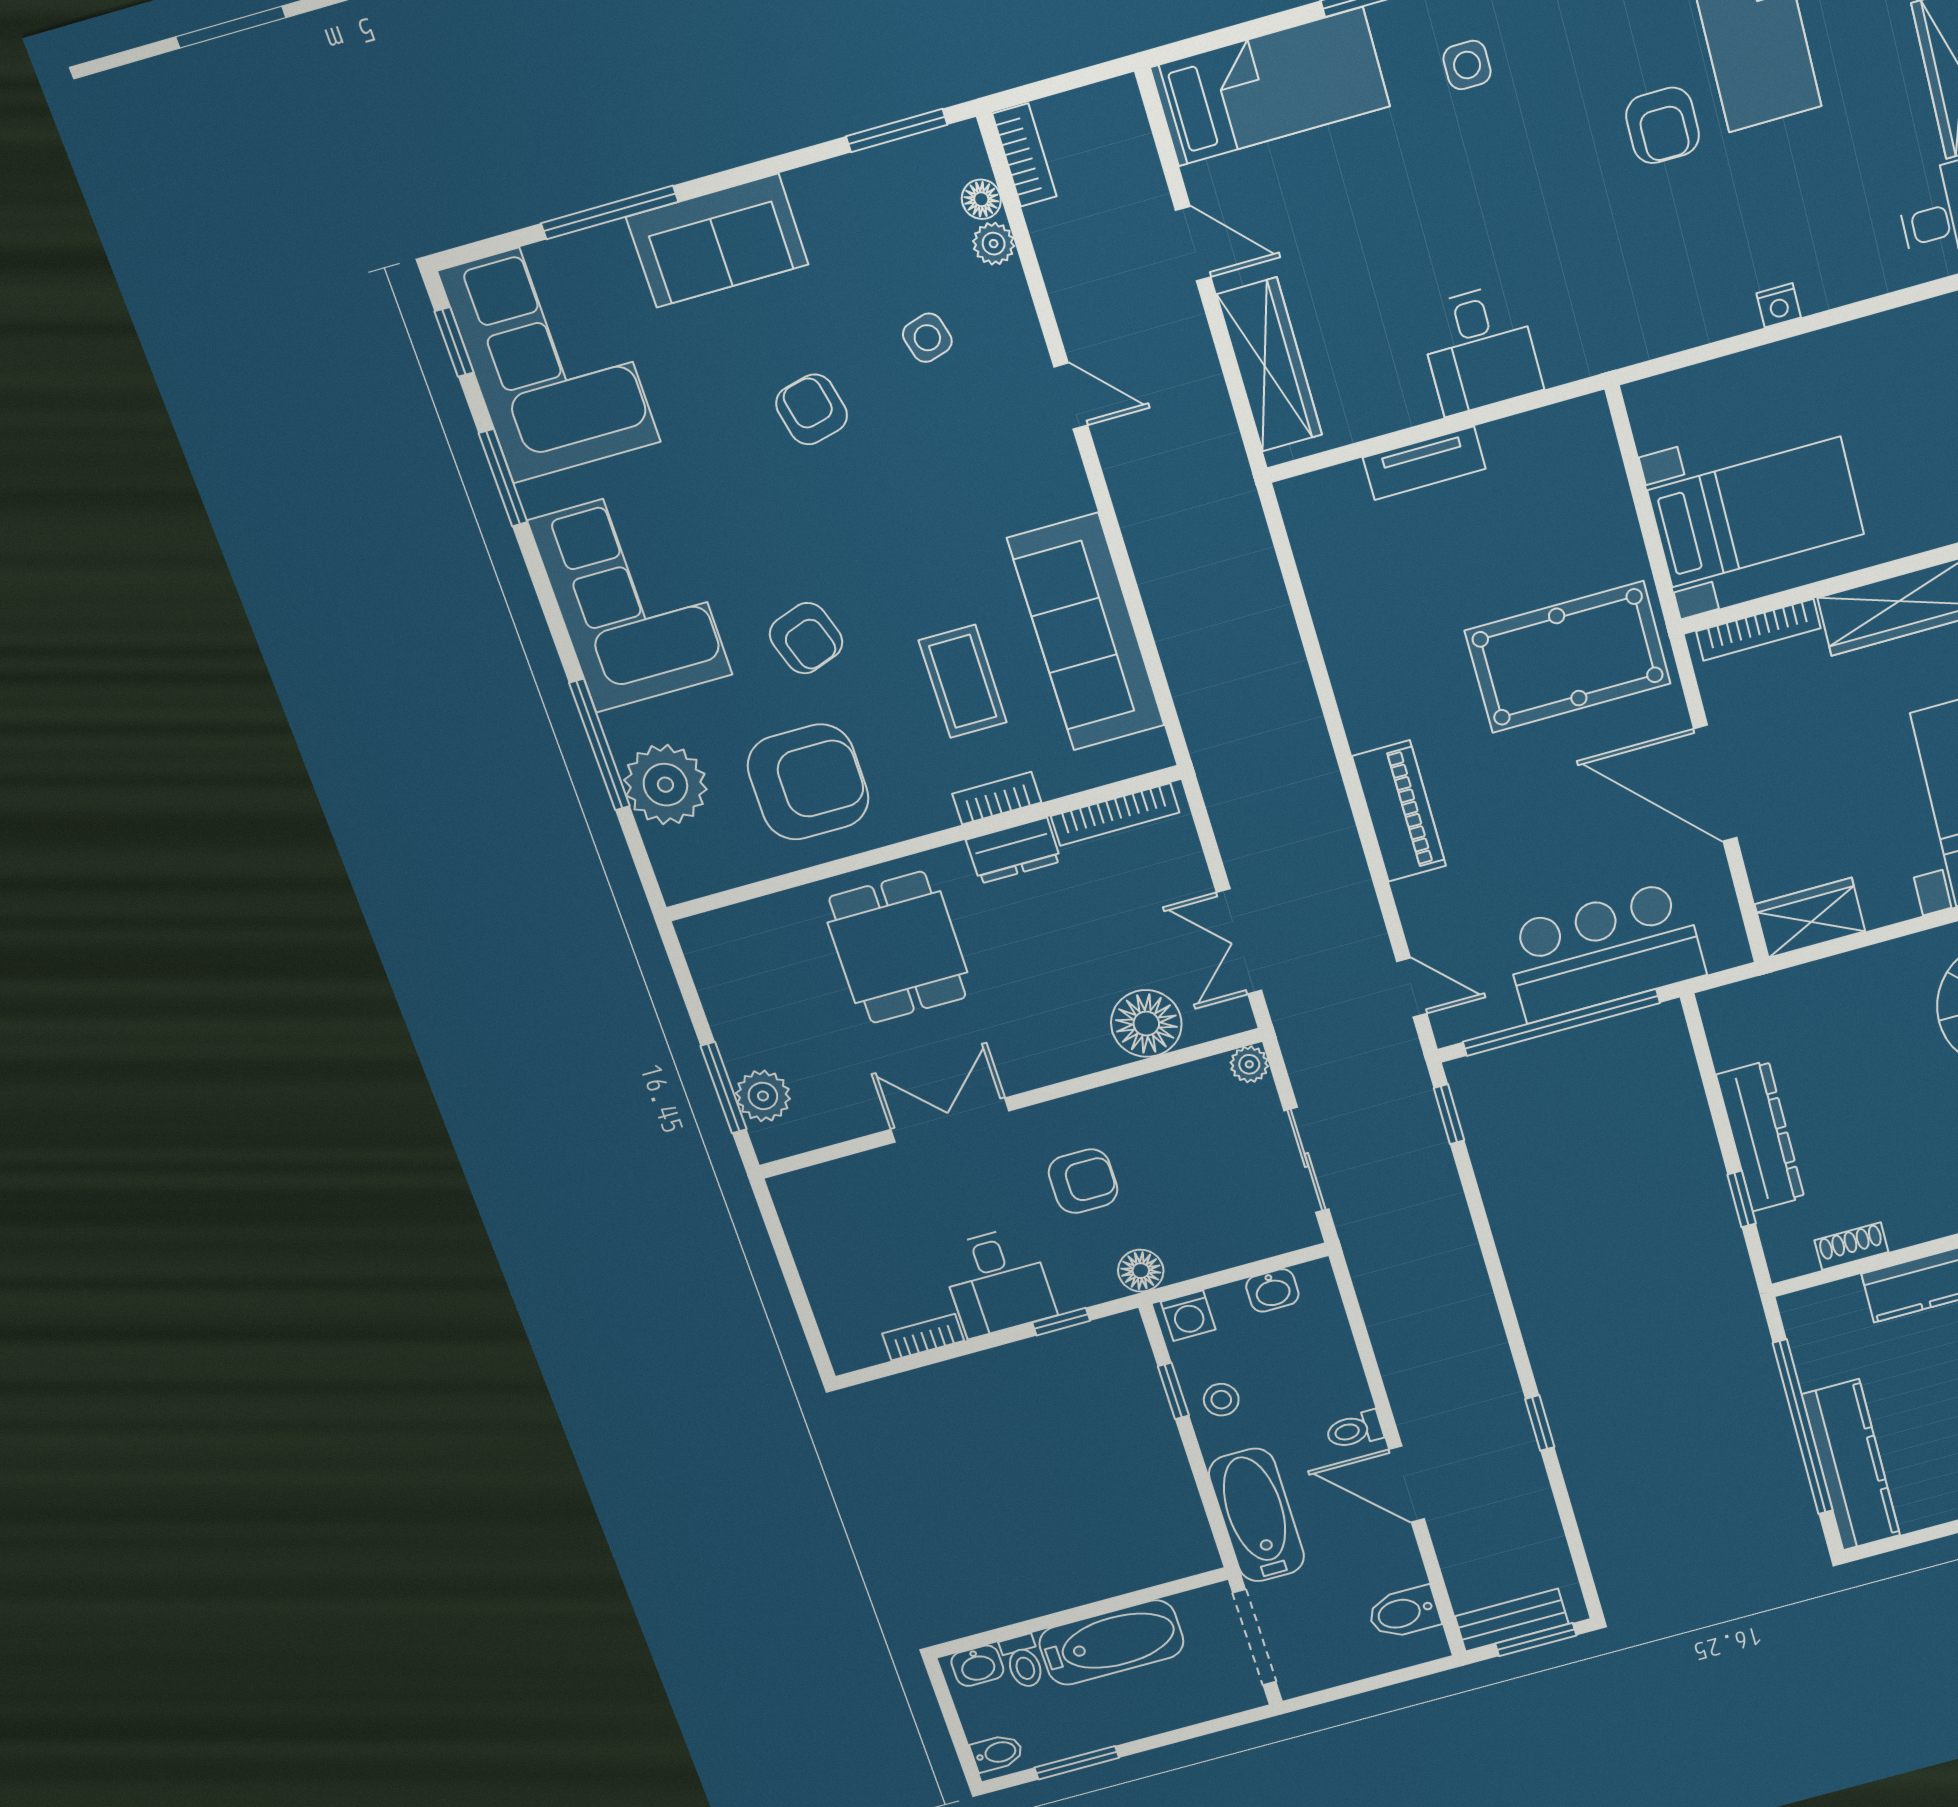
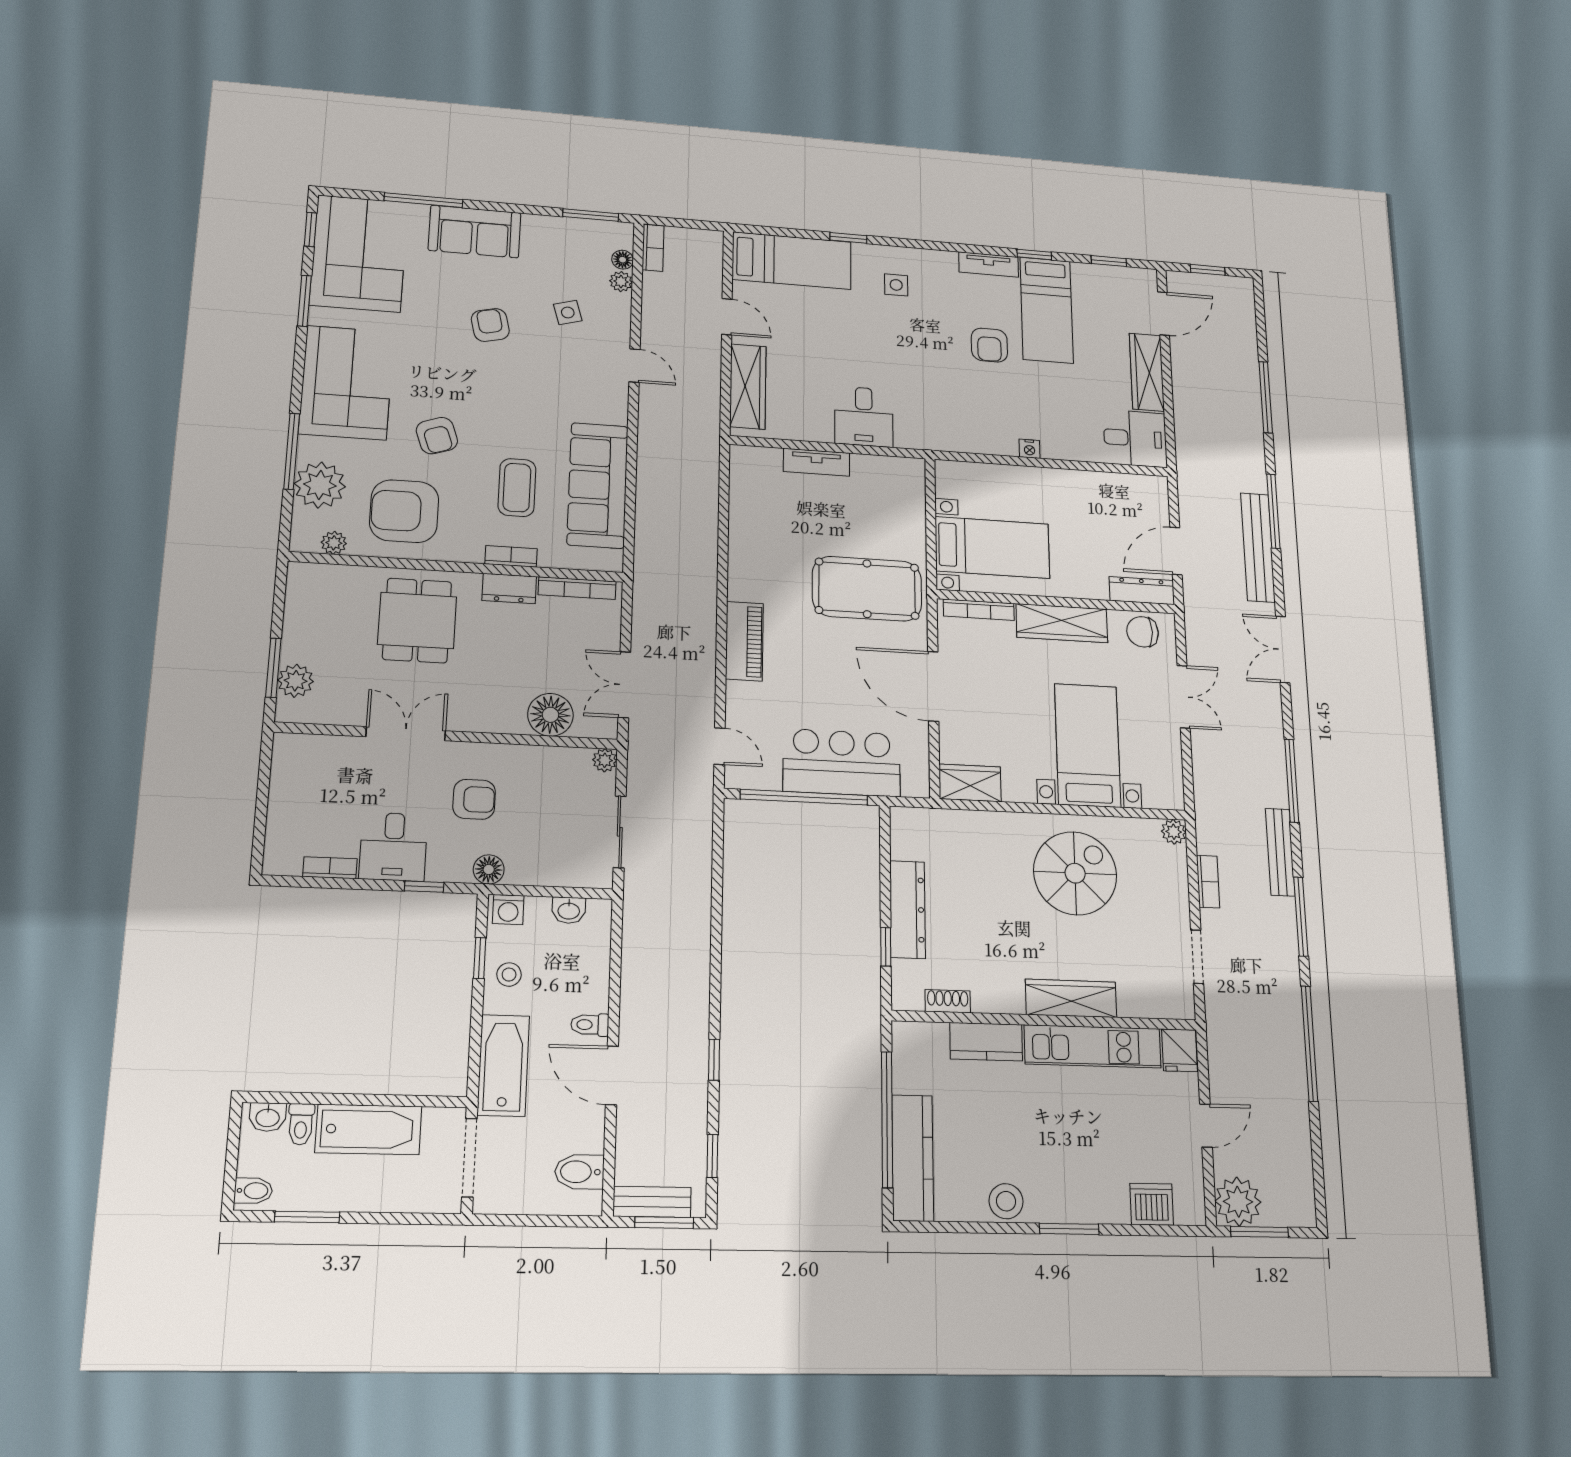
armchair: (808, 782) -> (404, 511), turned 180
plant: (726, 870) -> (334, 543), added
window: (1449, 1114) -> (712, 1156), moved

